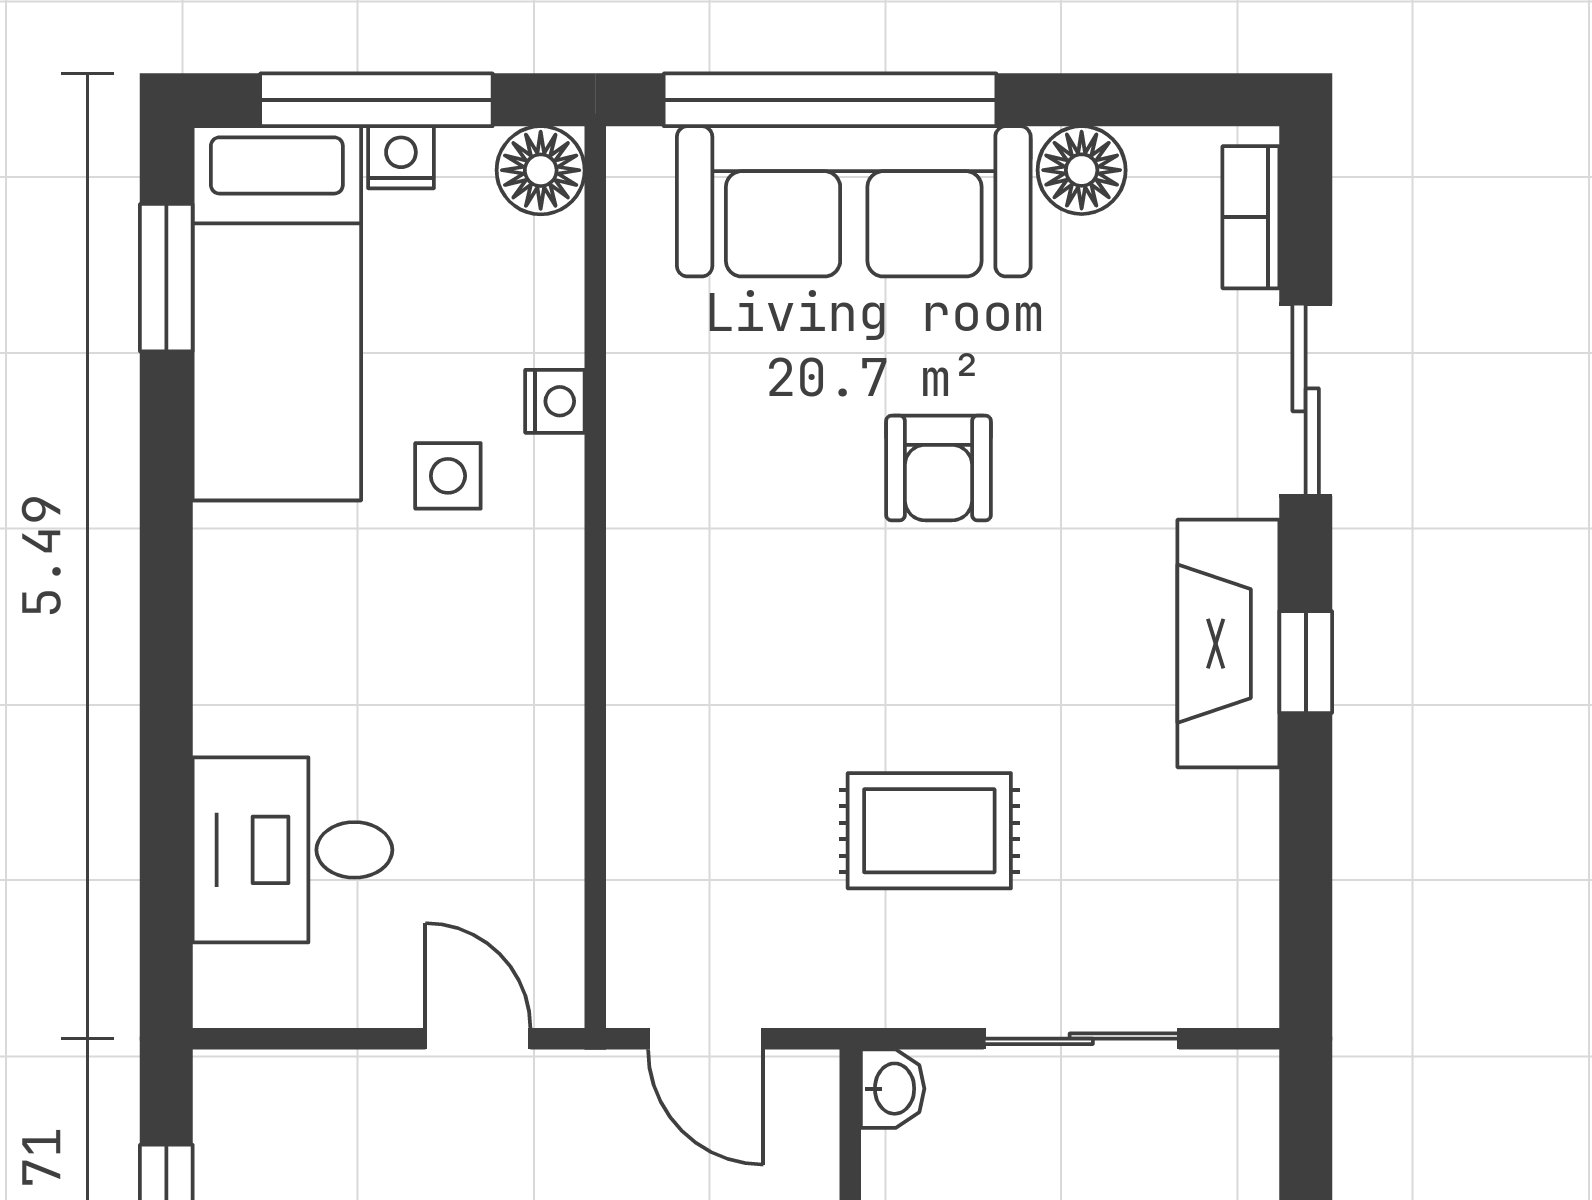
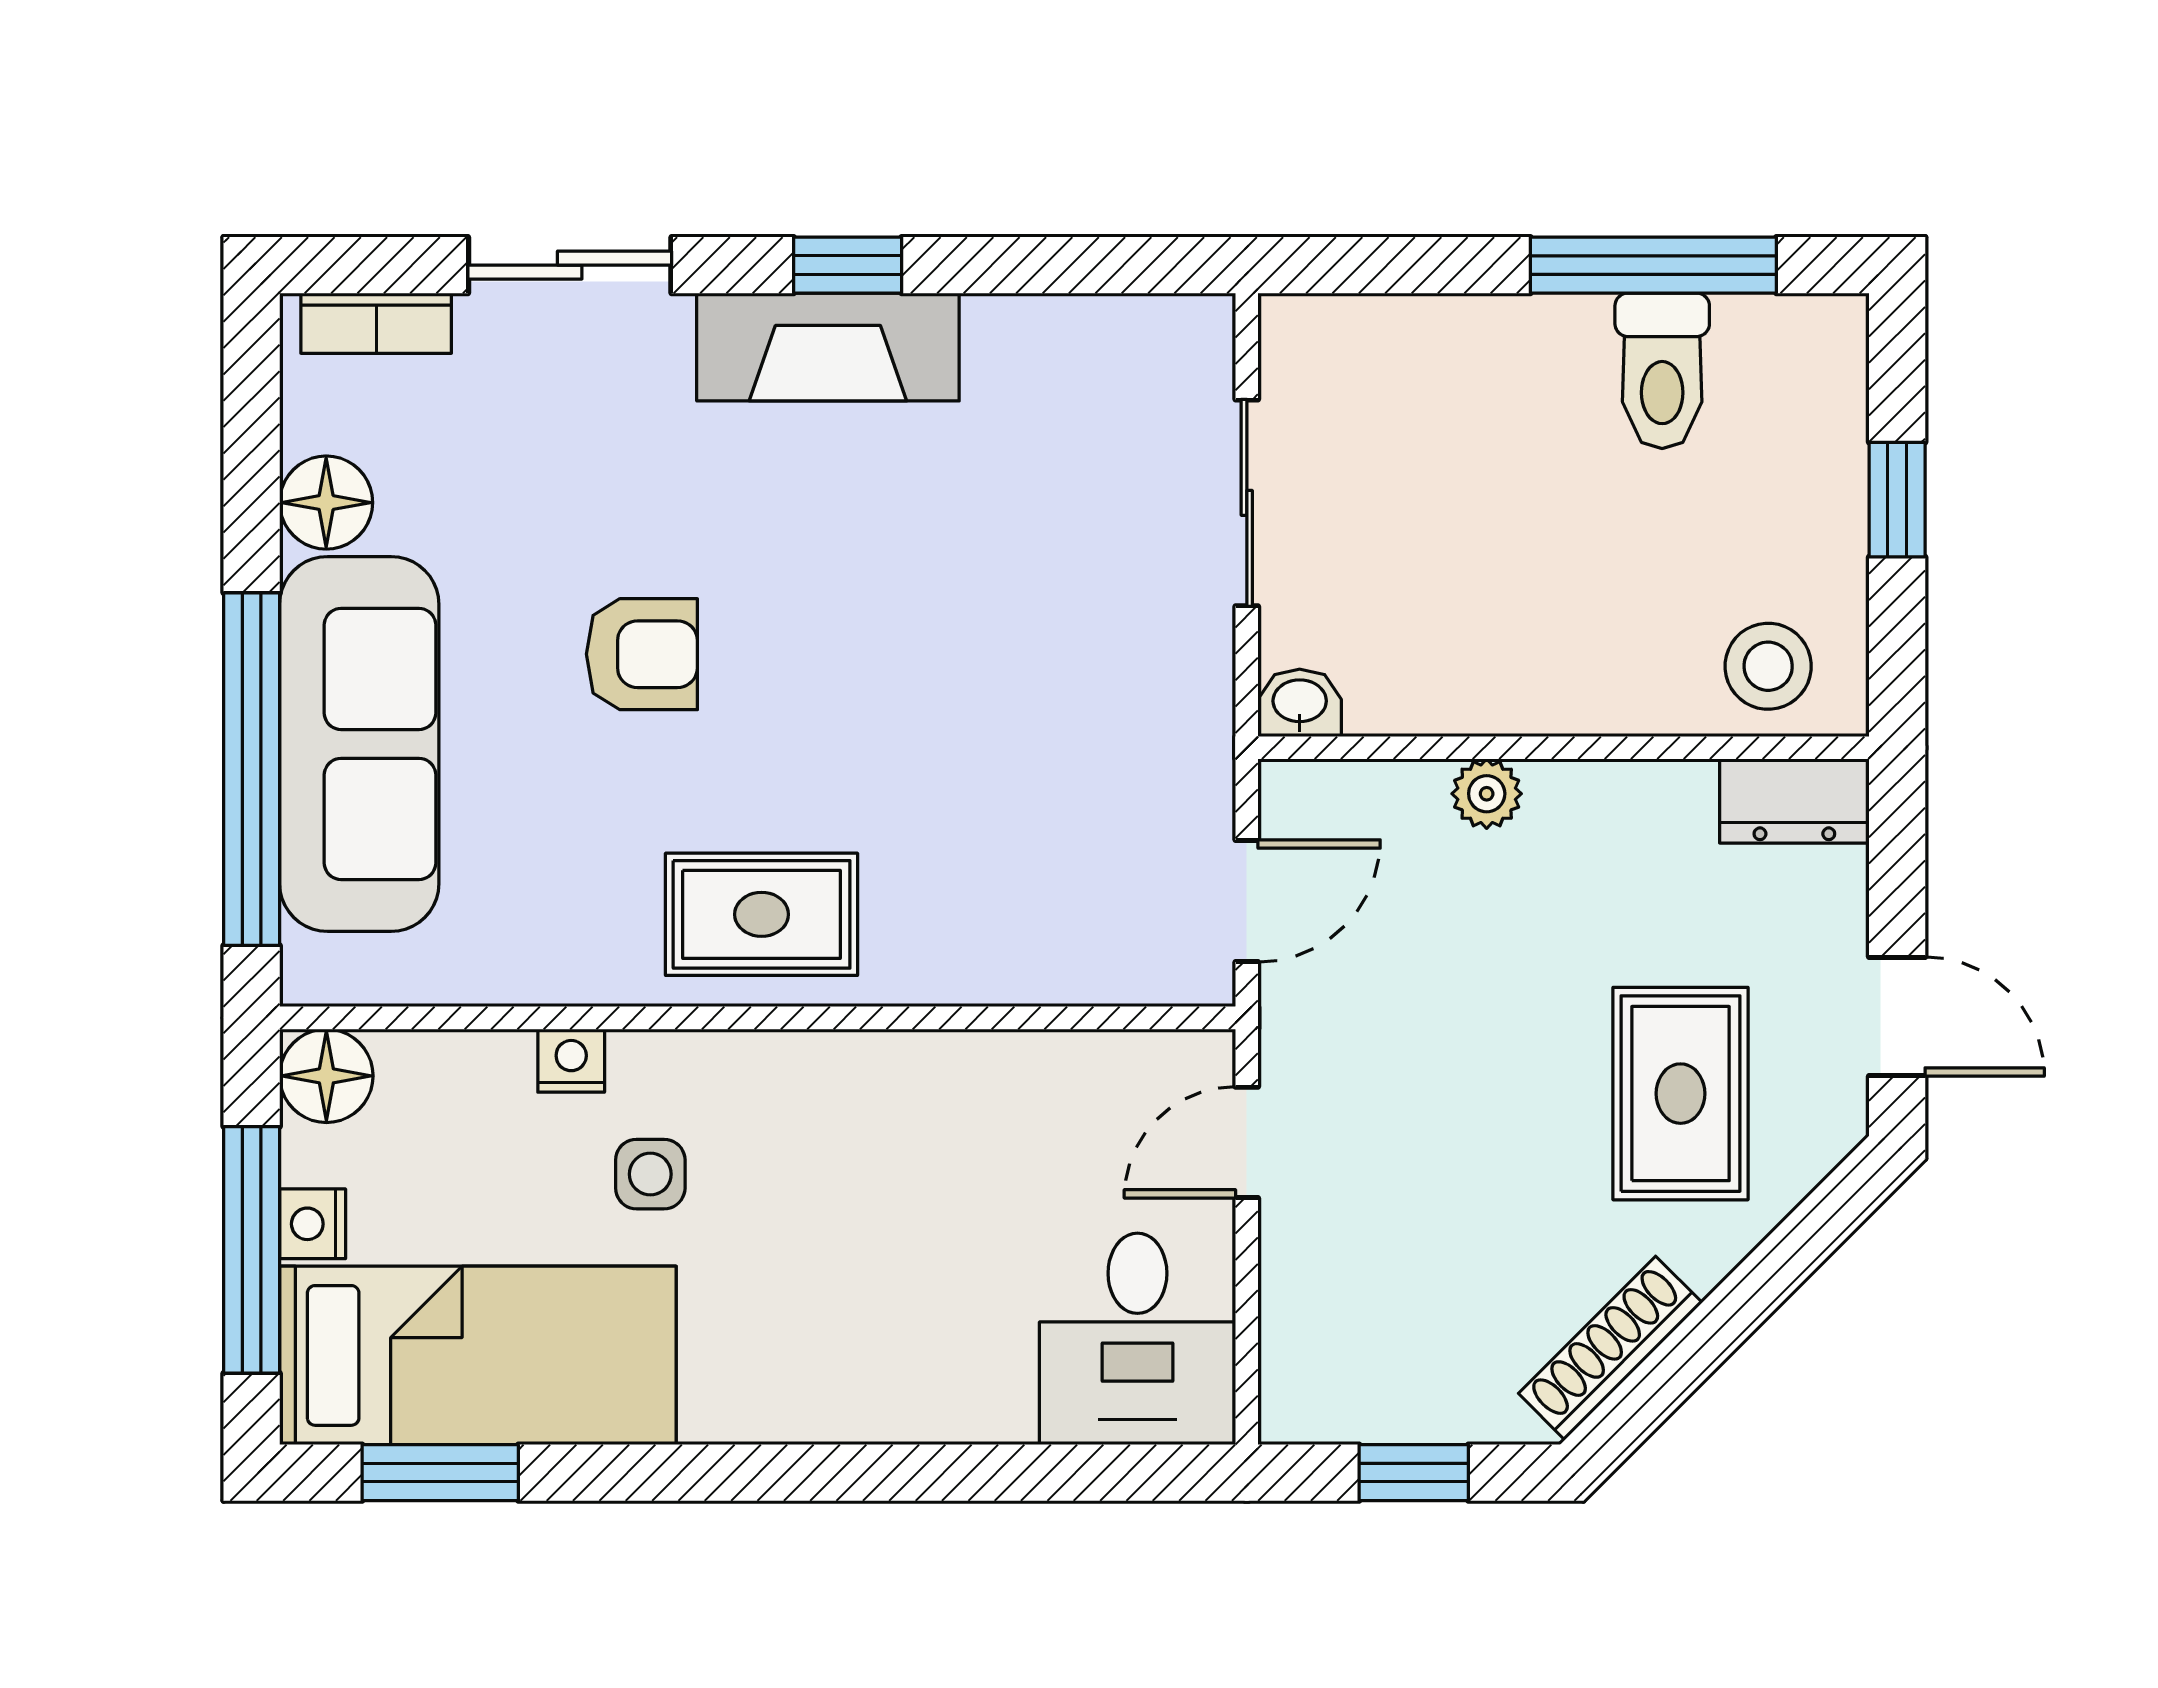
rug: (929, 831) -> (762, 914), moved, turned 90
desk: (292, 850) -> (1137, 1339), moved

